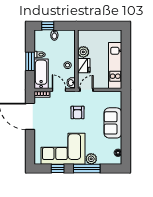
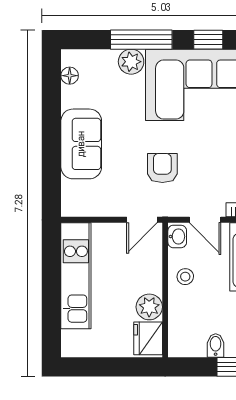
fridge: (84, 66) -> (148, 338), moved

